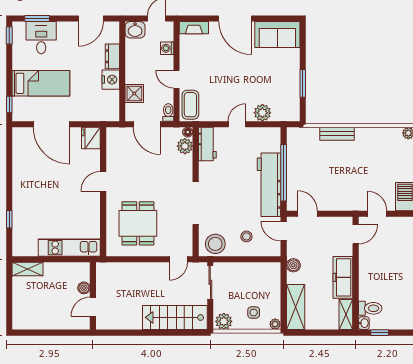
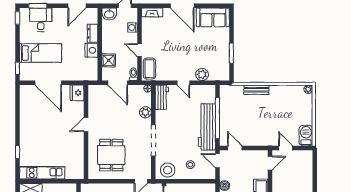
door: (237, 124) -> (183, 83), swing flipped
plant: (185, 146) -> (145, 112), moved
kitchen unit: (69, 248) -> (42, 173), moved

